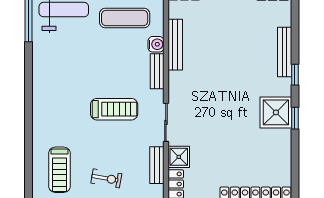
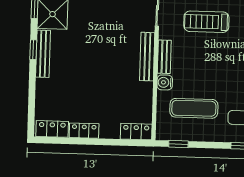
bench: (175, 45) -> (147, 57), moved
bench: (285, 52) -> (43, 54), moved

